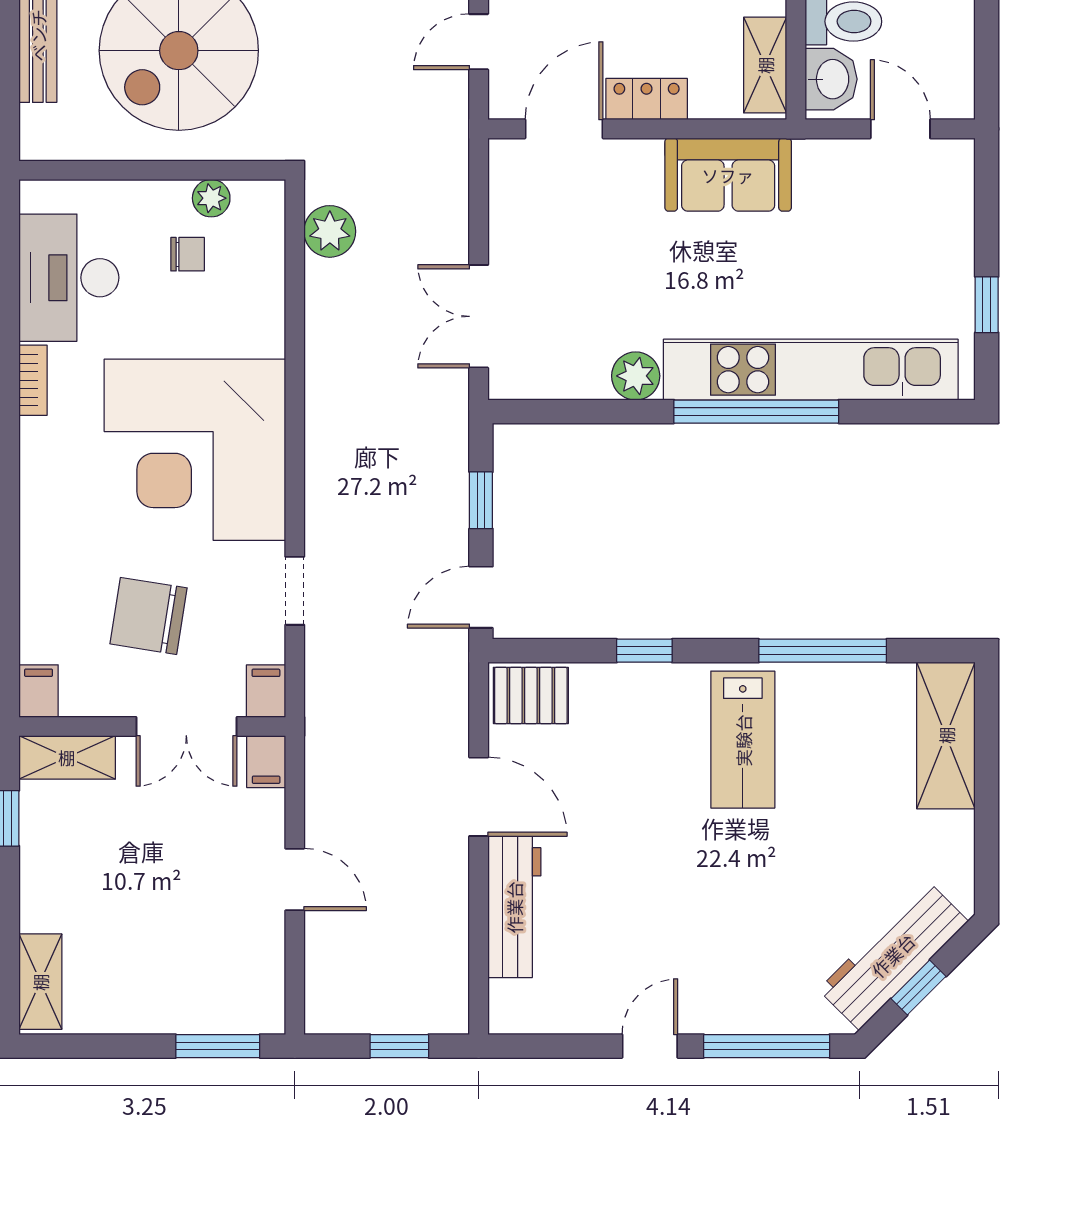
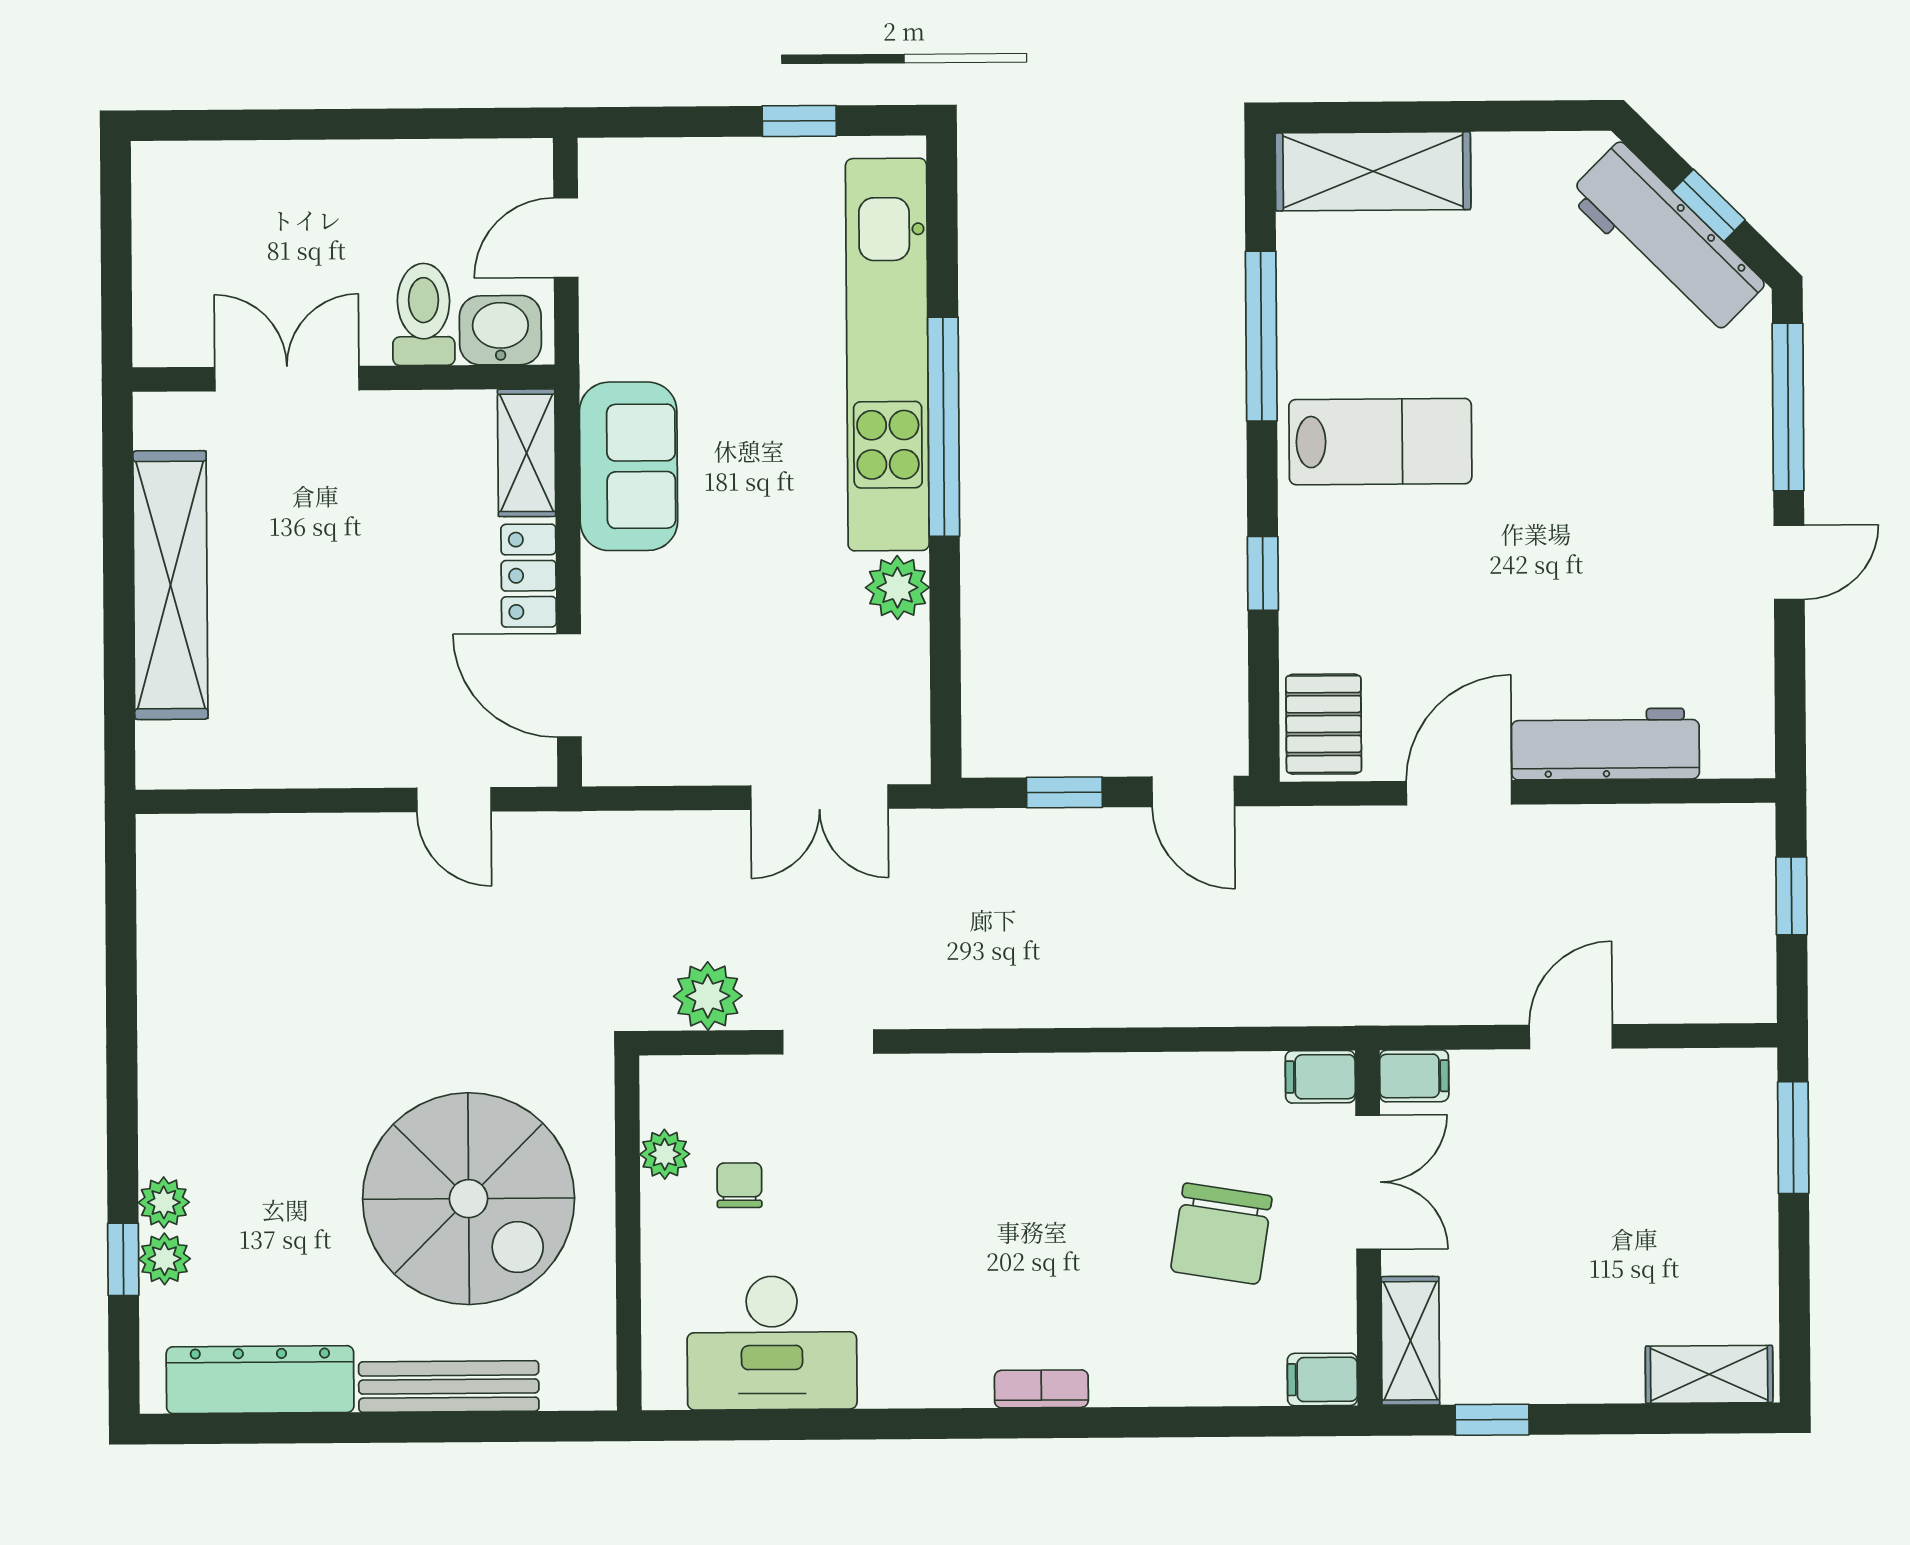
shelving: (765, 65) -> (527, 453), moved, turned 90
bookcase: (33, 380) -> (1041, 1389), moved
corner desk: (195, 450) -> (1000, 1174), removed
doorway: (295, 591) -> (828, 1042), moved
door: (650, 1046) -> (1789, 562), swing flipped

